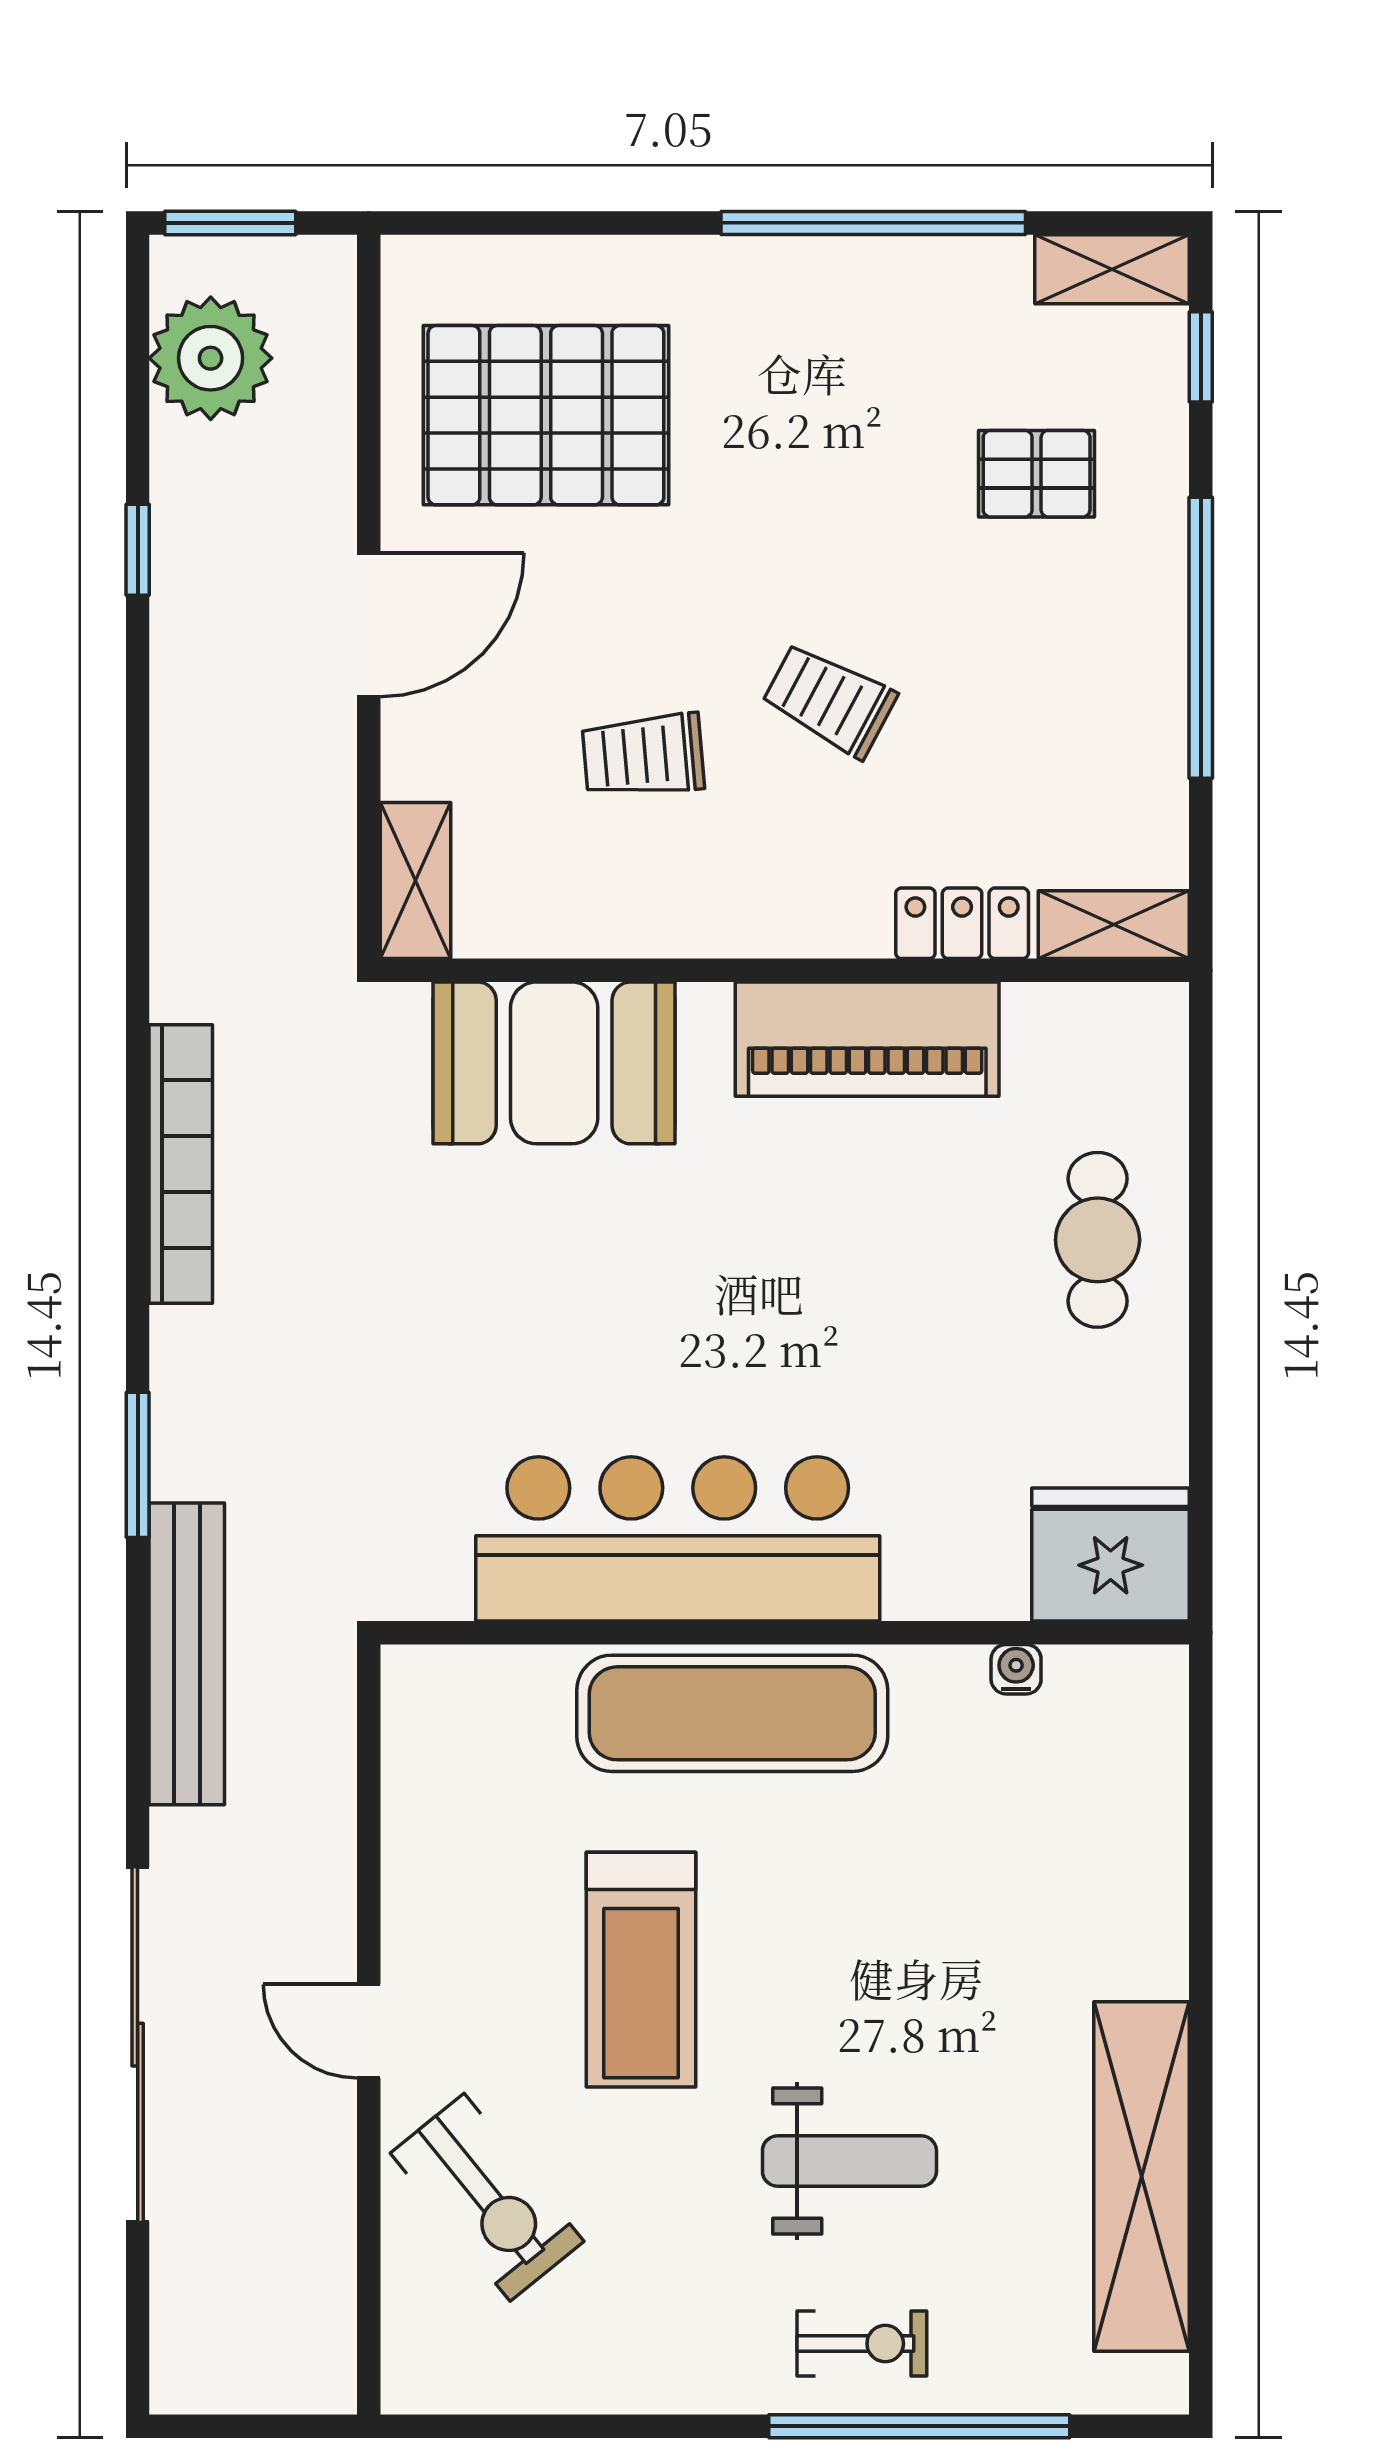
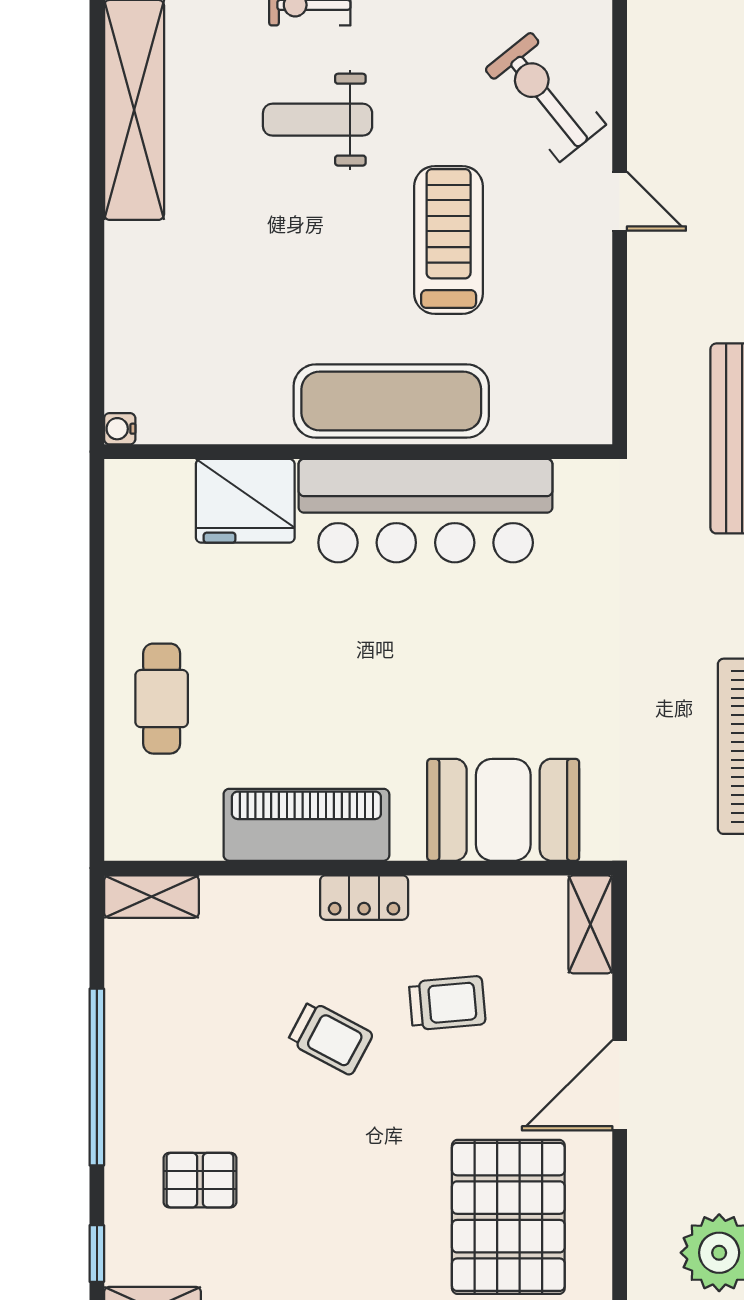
pallet: (546, 415) -> (508, 1217), turned 90
locker: (962, 923) -> (364, 898), moved
fridge: (1111, 1555) -> (245, 501), moved
water cooler: (1016, 1669) -> (120, 429), moved, turned 90

